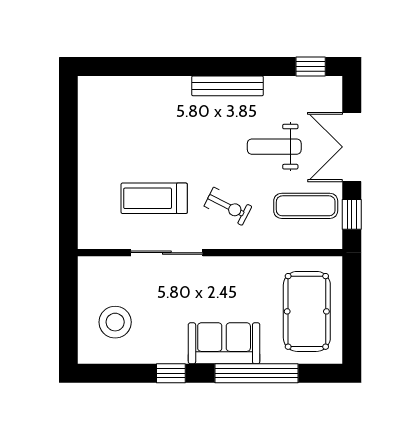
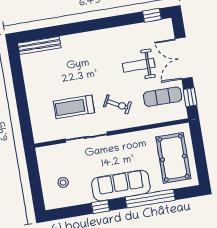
bench: (227, 86) -> (39, 45), moved
stool: (115, 322) -> (63, 182), width x0.53, depth x0.53
sofa: (224, 343) -> (121, 186), width x1.36

